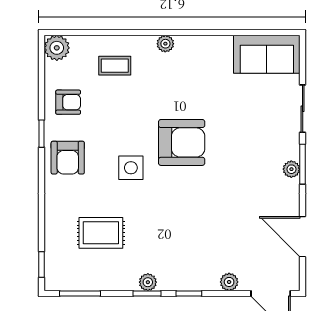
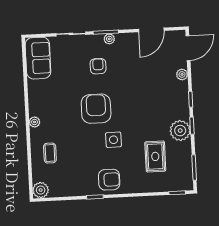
armchair: (68, 102) -> (98, 66), moved
plant: (148, 282) -> (180, 131), width x1.87, depth x1.87

